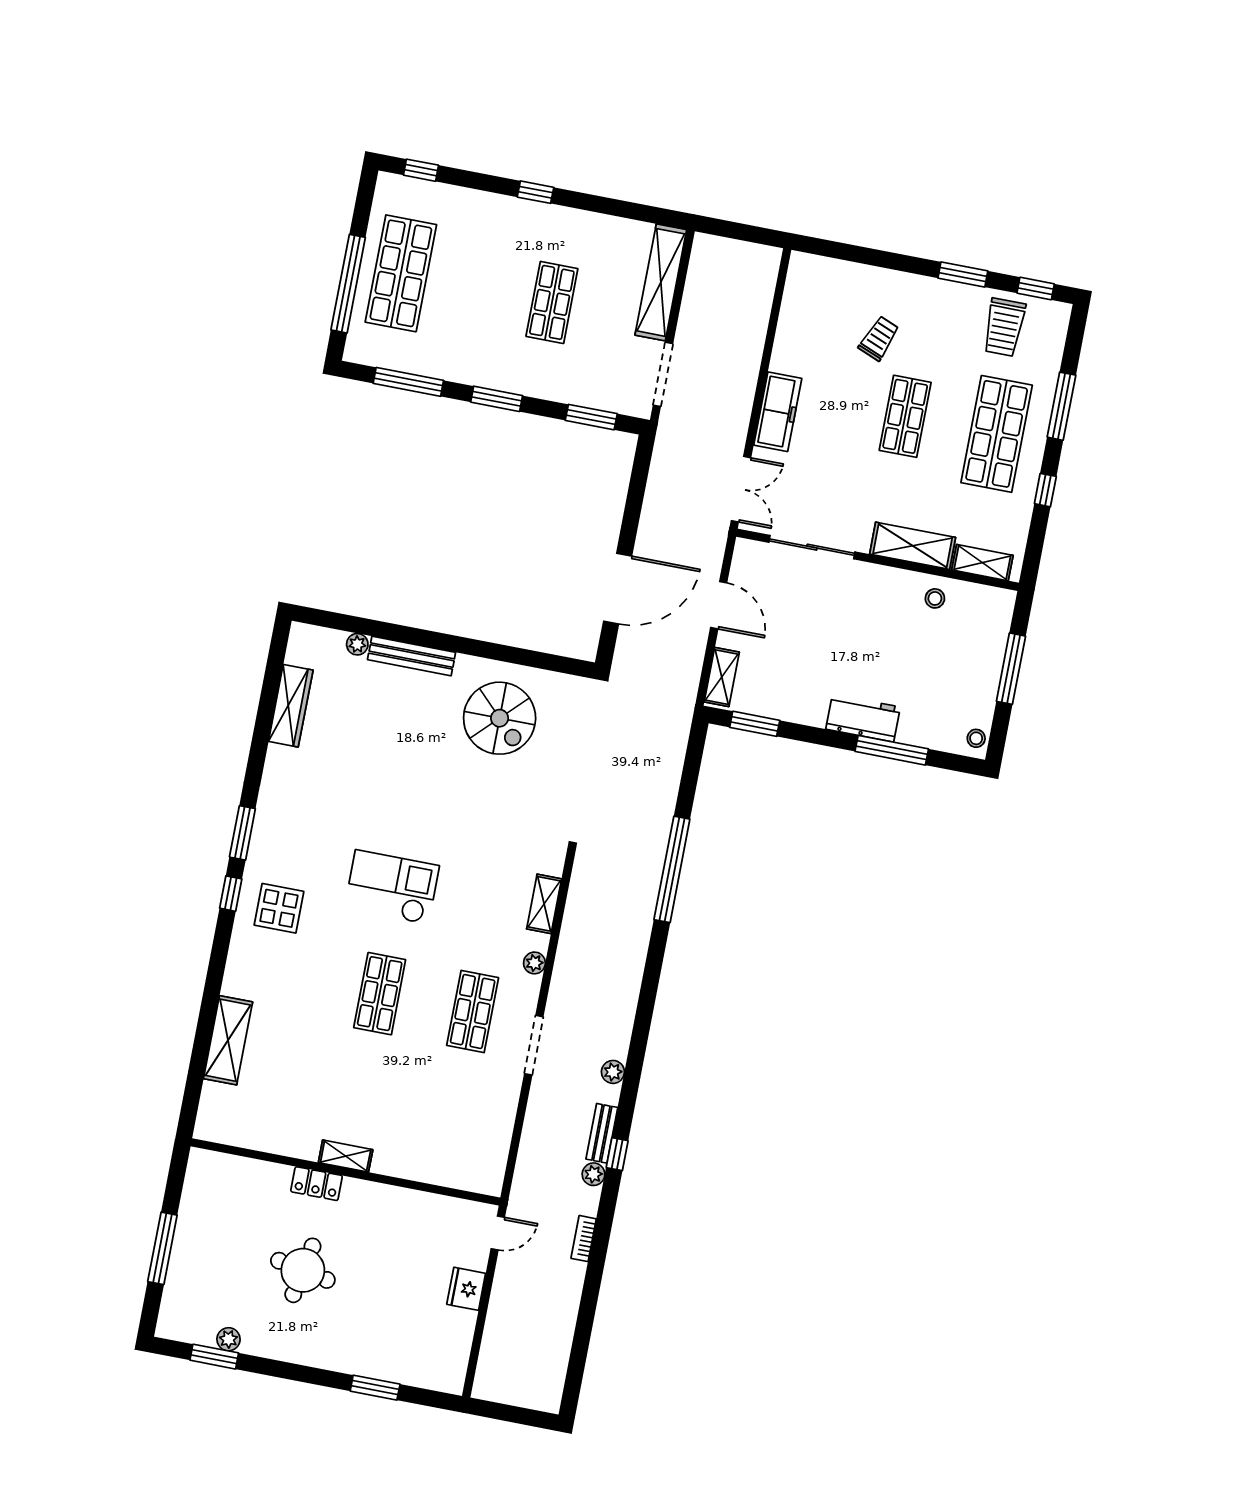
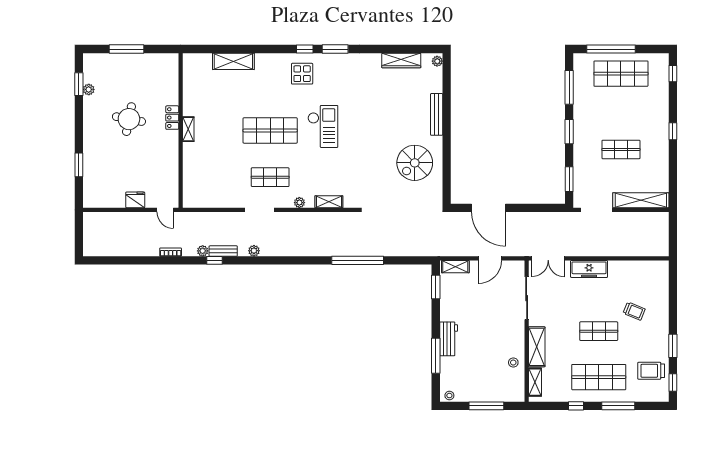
plant: (357, 644) -> (437, 61), moved
shop shelf: (380, 994) -> (270, 130), width x1.43, depth x1.36

